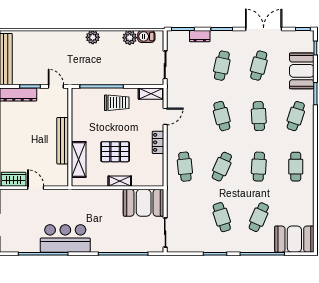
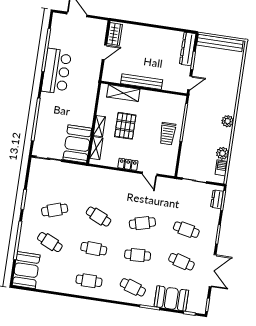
dresser: (200, 36) -> (217, 199), moved
shelving: (151, 94) -> (96, 148), moved
cafe table: (185, 167) -> (103, 184), removed

